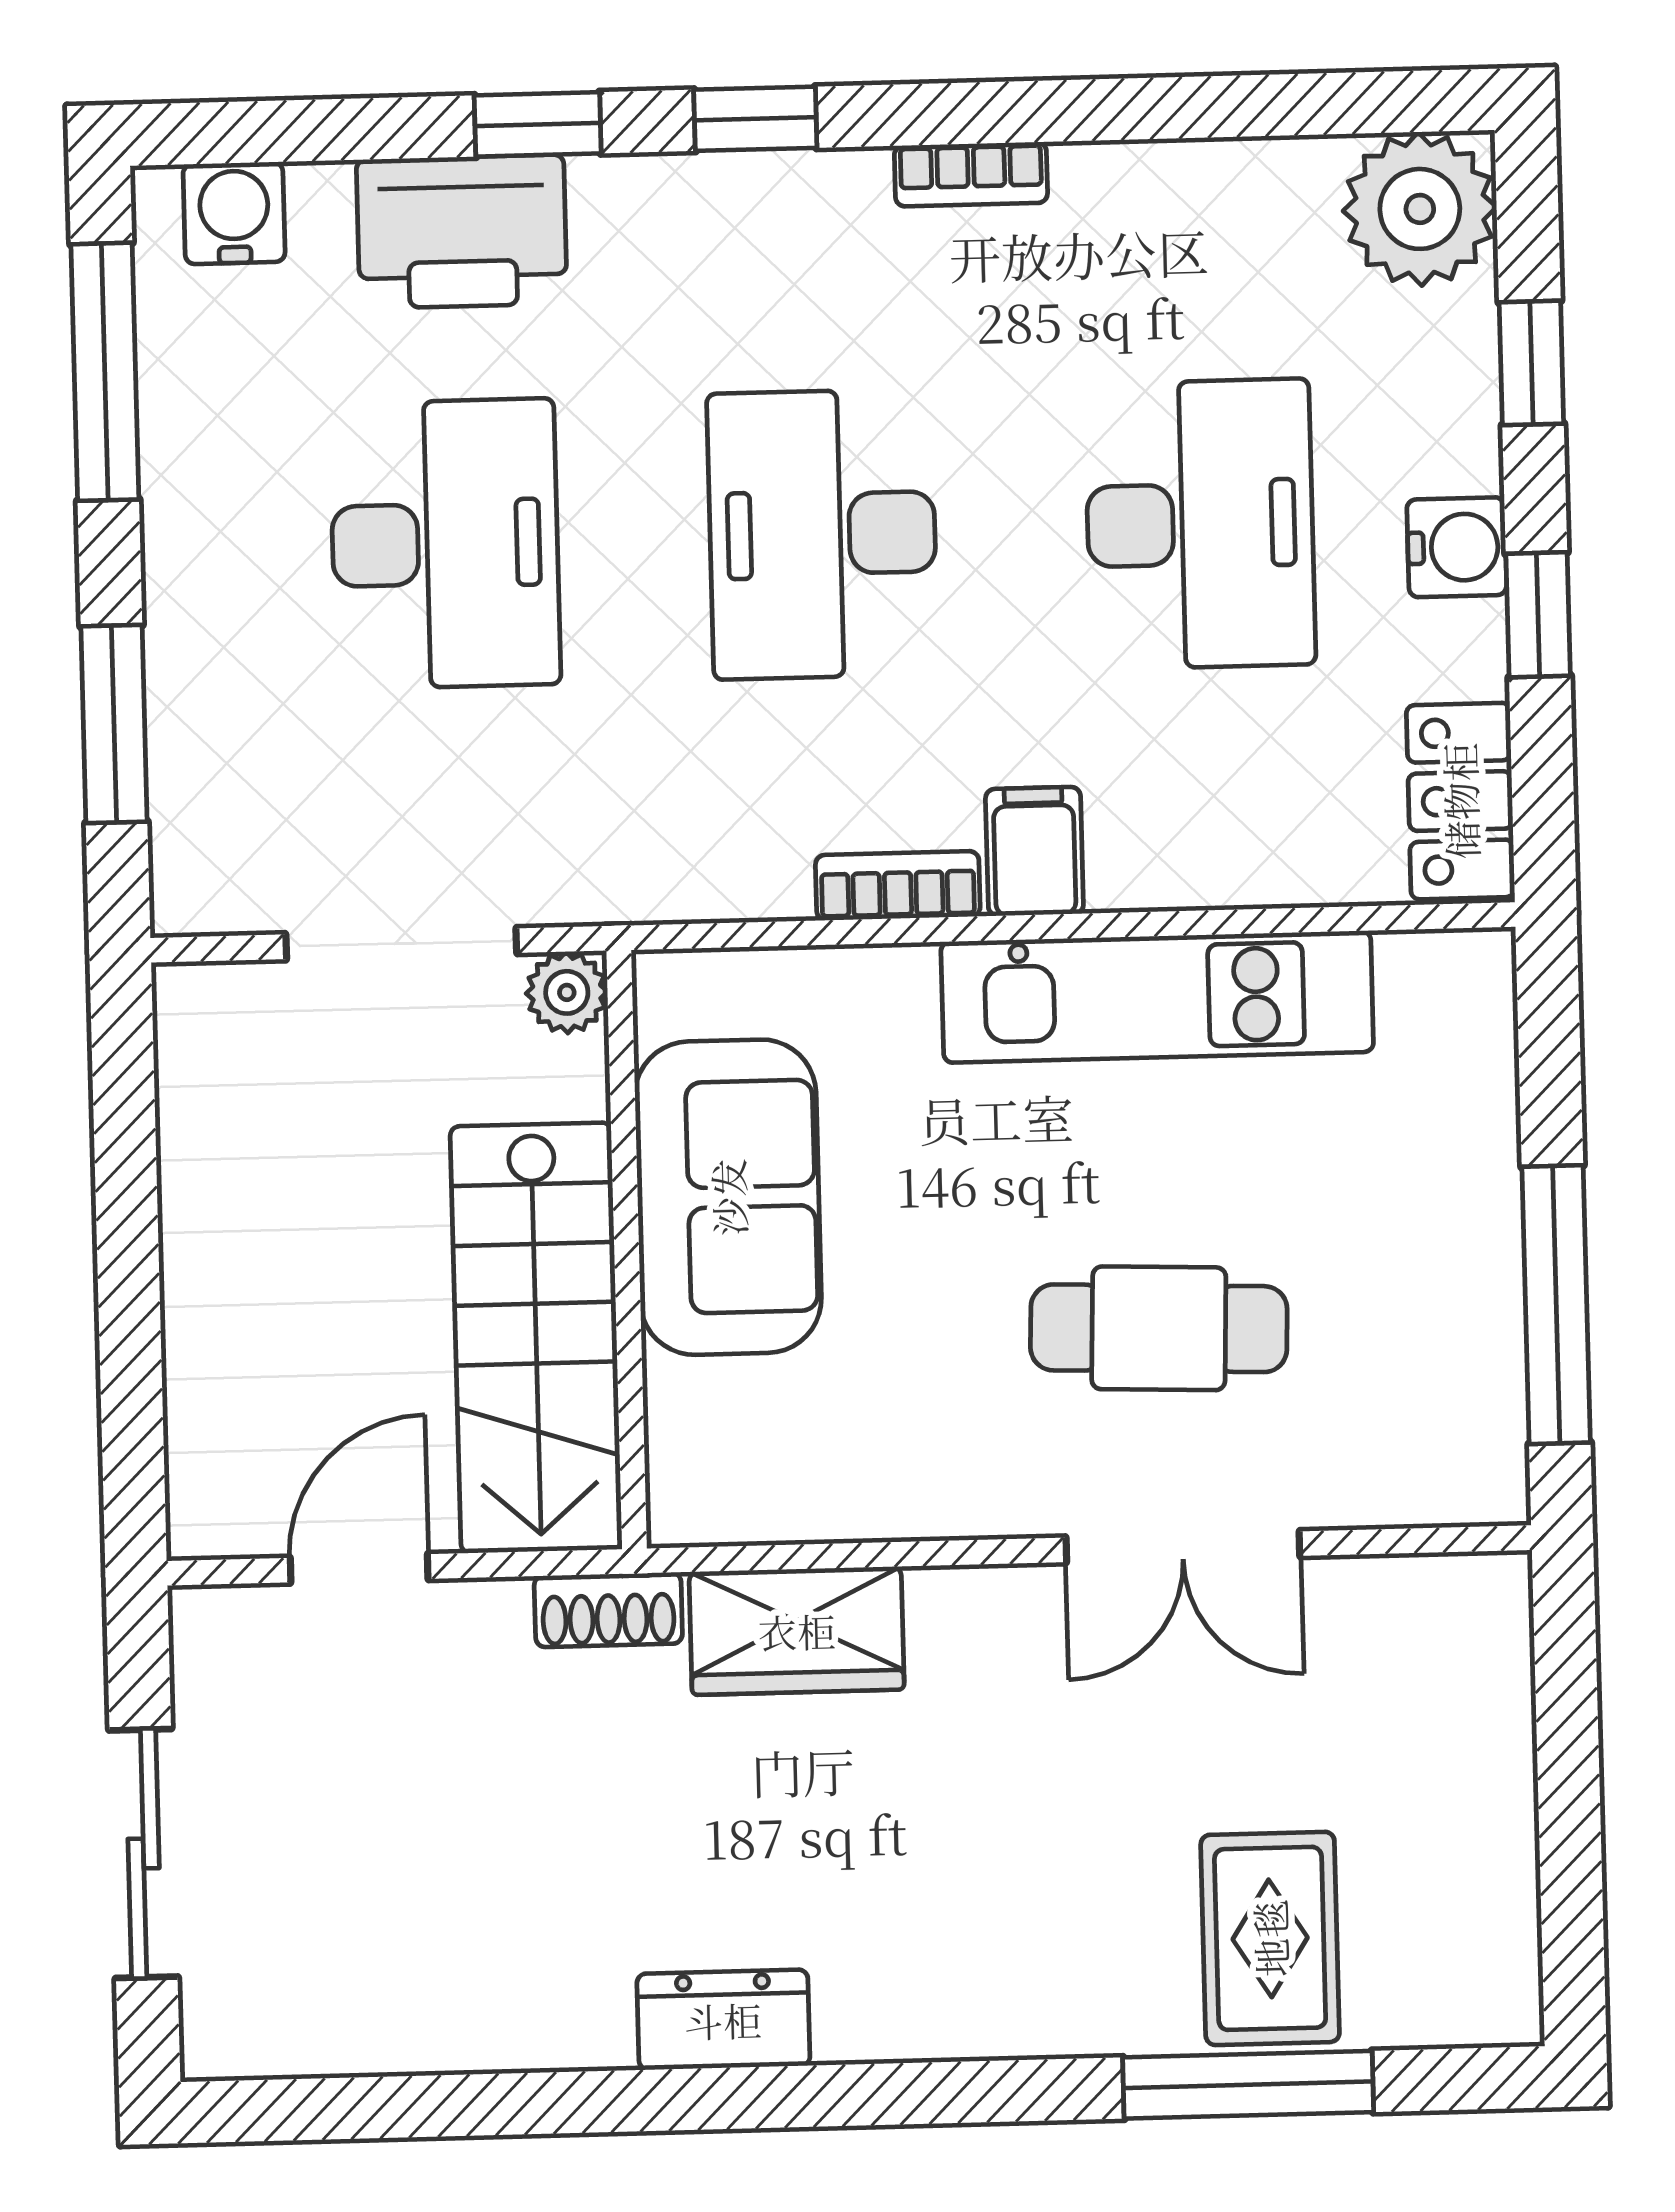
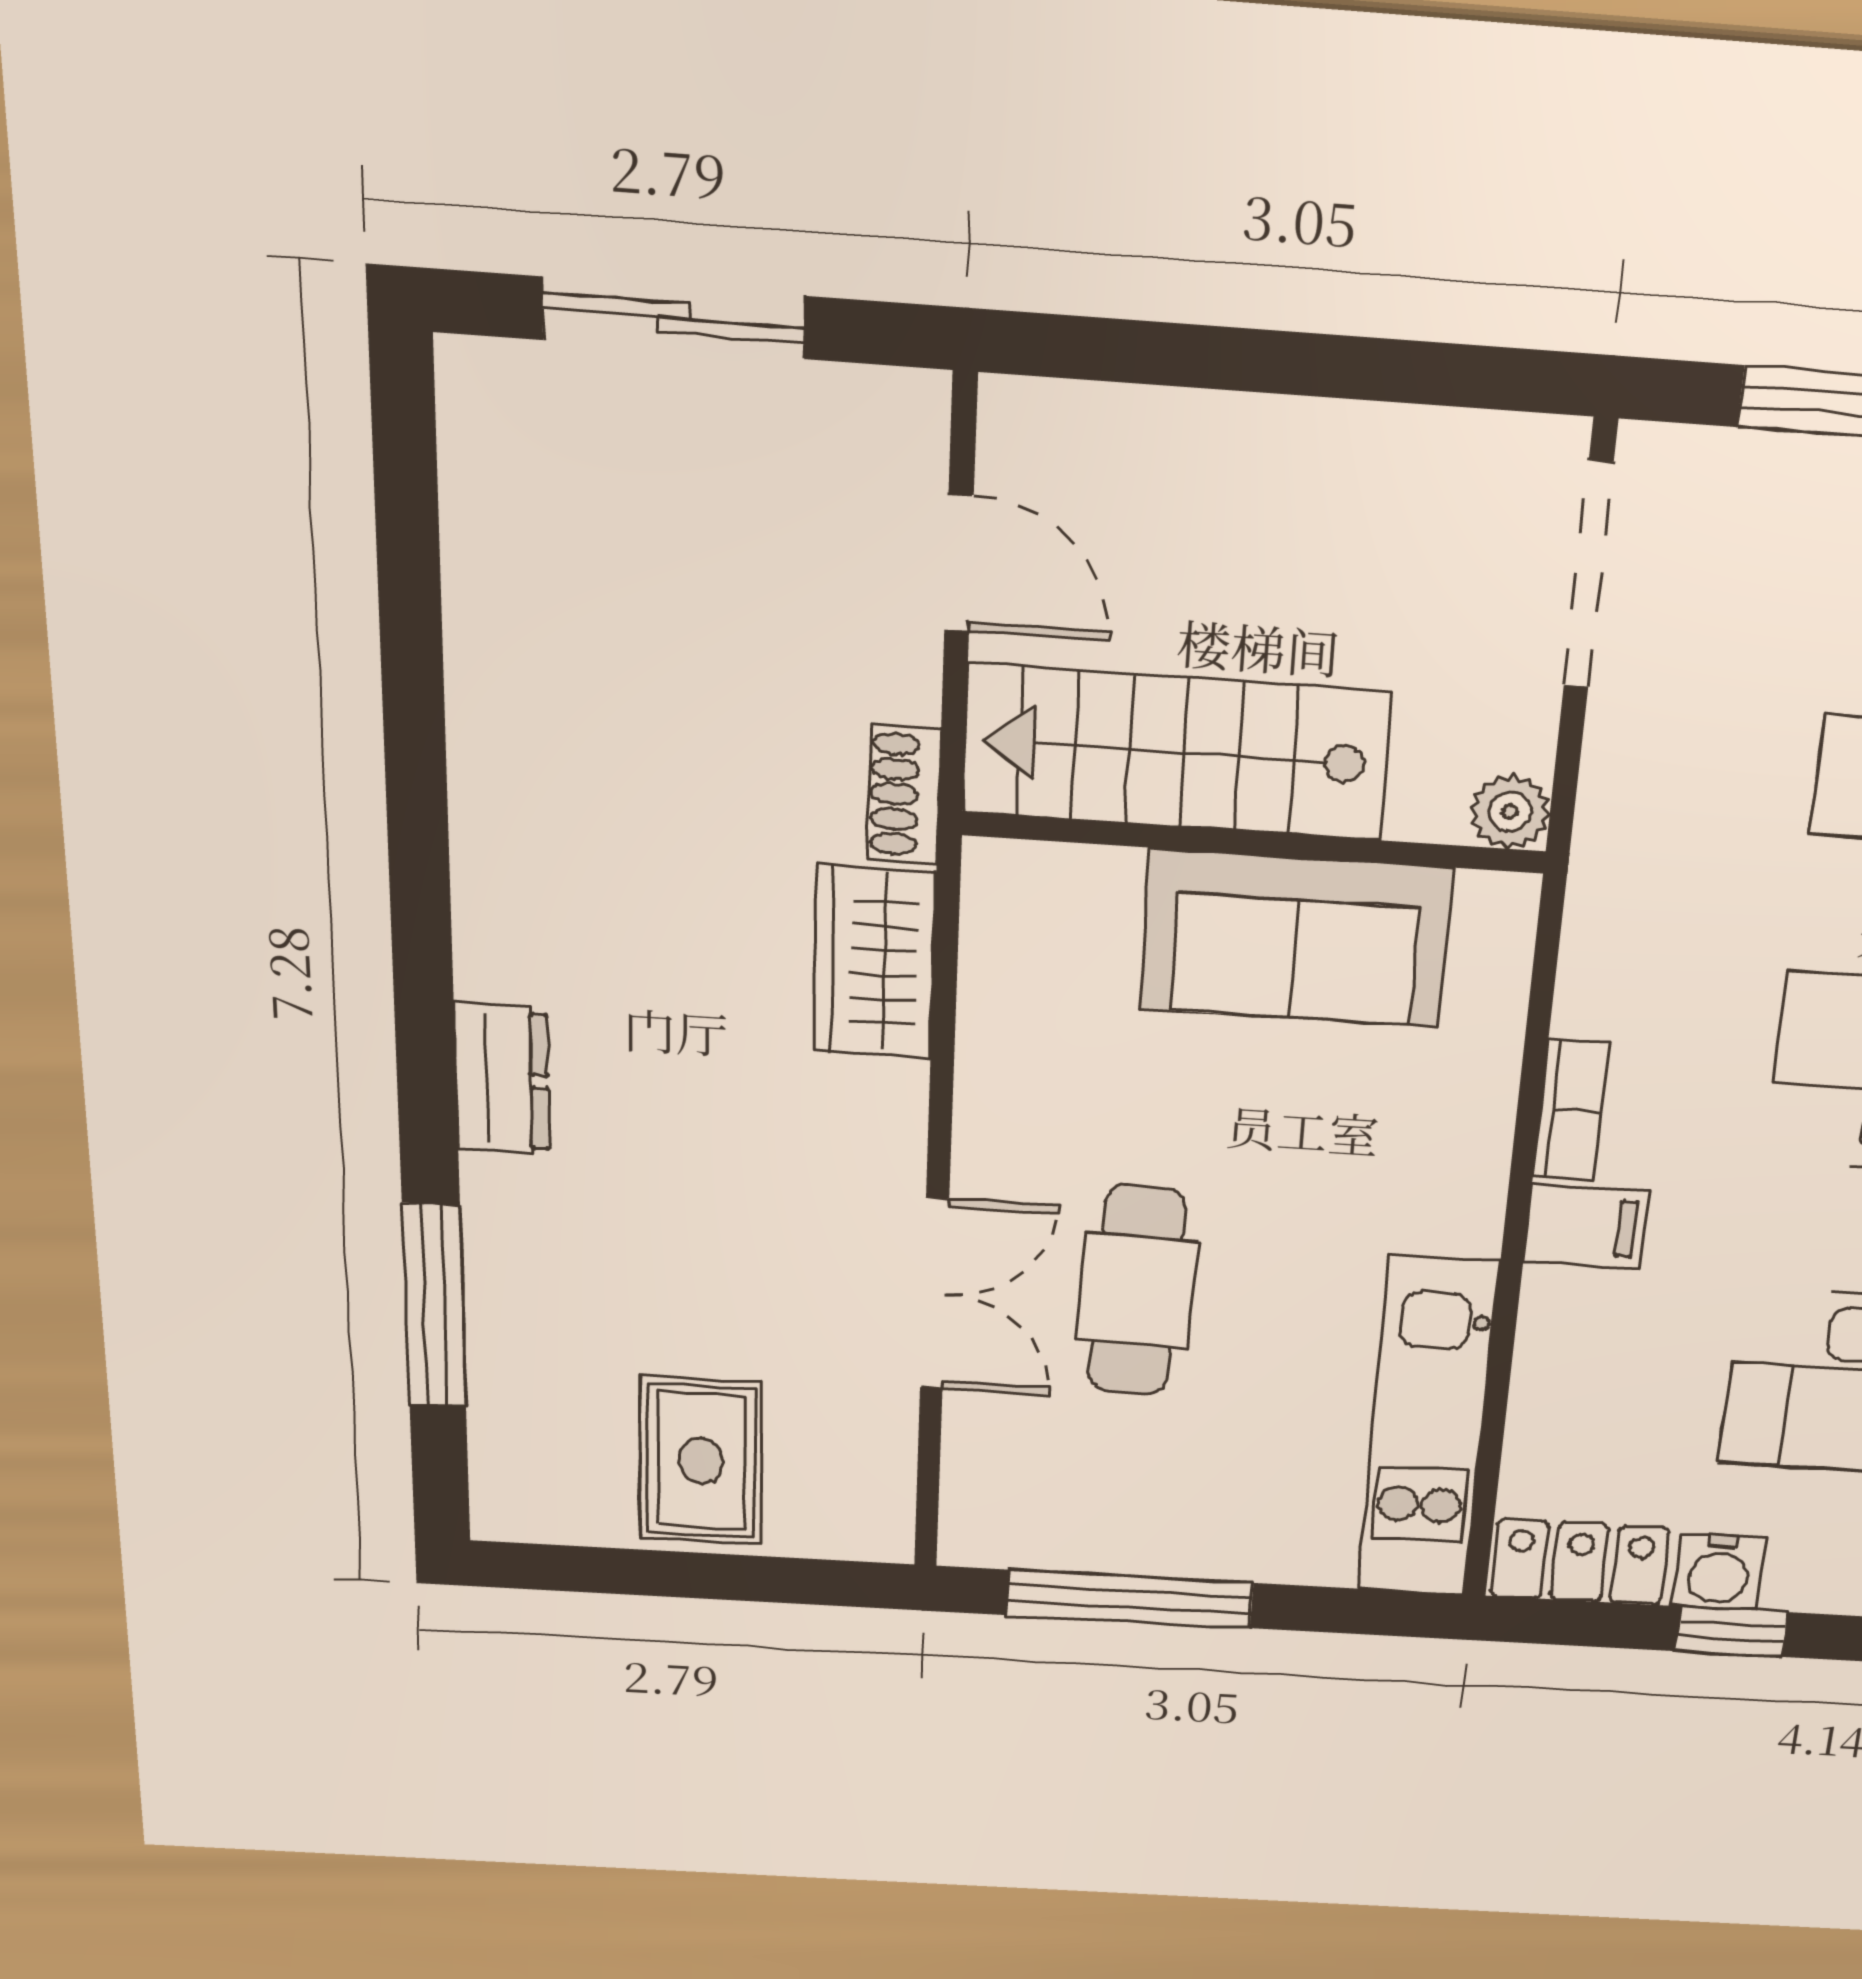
water cooler: (1457, 547) -> (1719, 1572), moved
doorway: (401, 944) -> (1588, 575), moved
kitchen unit: (1157, 997) -> (1427, 1429), moved
double door: (1183, 1547) -> (934, 1294), swing flipped
rug: (1270, 1938) -> (701, 1461), moved, turned 90
dresser: (723, 2020) -> (502, 1079), moved

